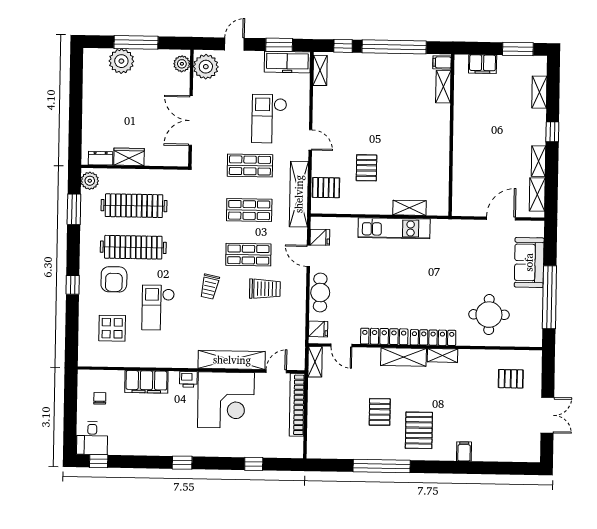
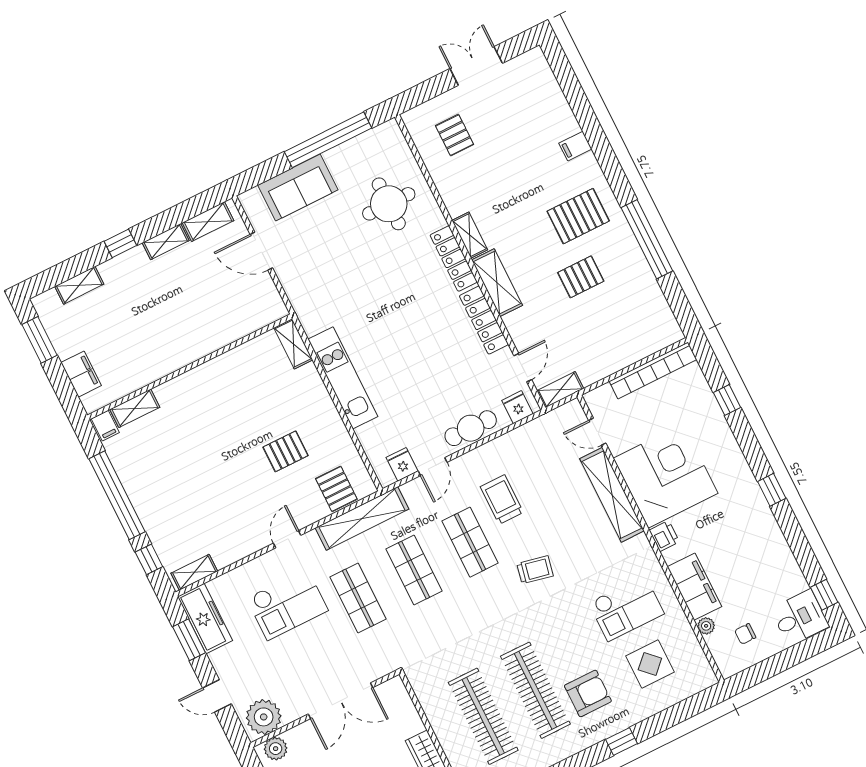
shelving: (410, 208) -> (293, 344), moved
checkout: (158, 308) -> (626, 608), moved
plant: (118, 376) -> (706, 626), added
bookcase: (297, 405) -> (653, 370), moved

